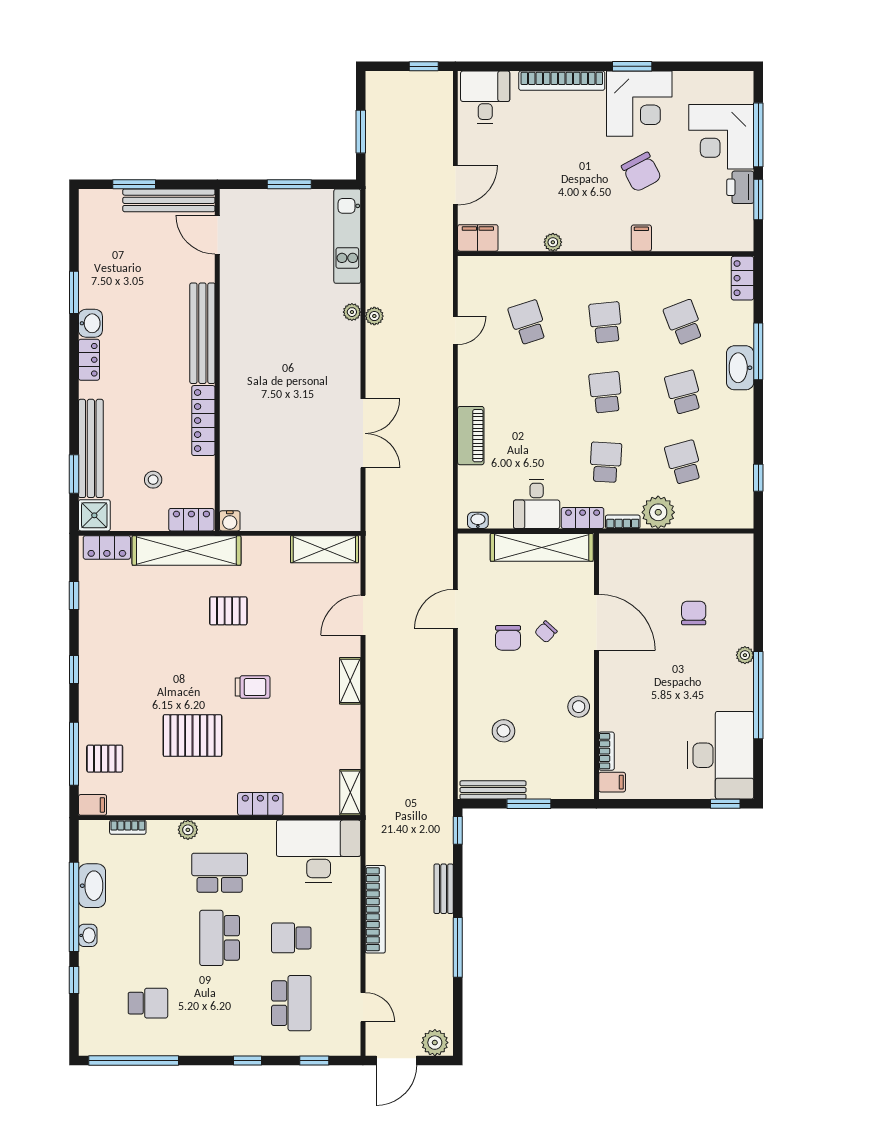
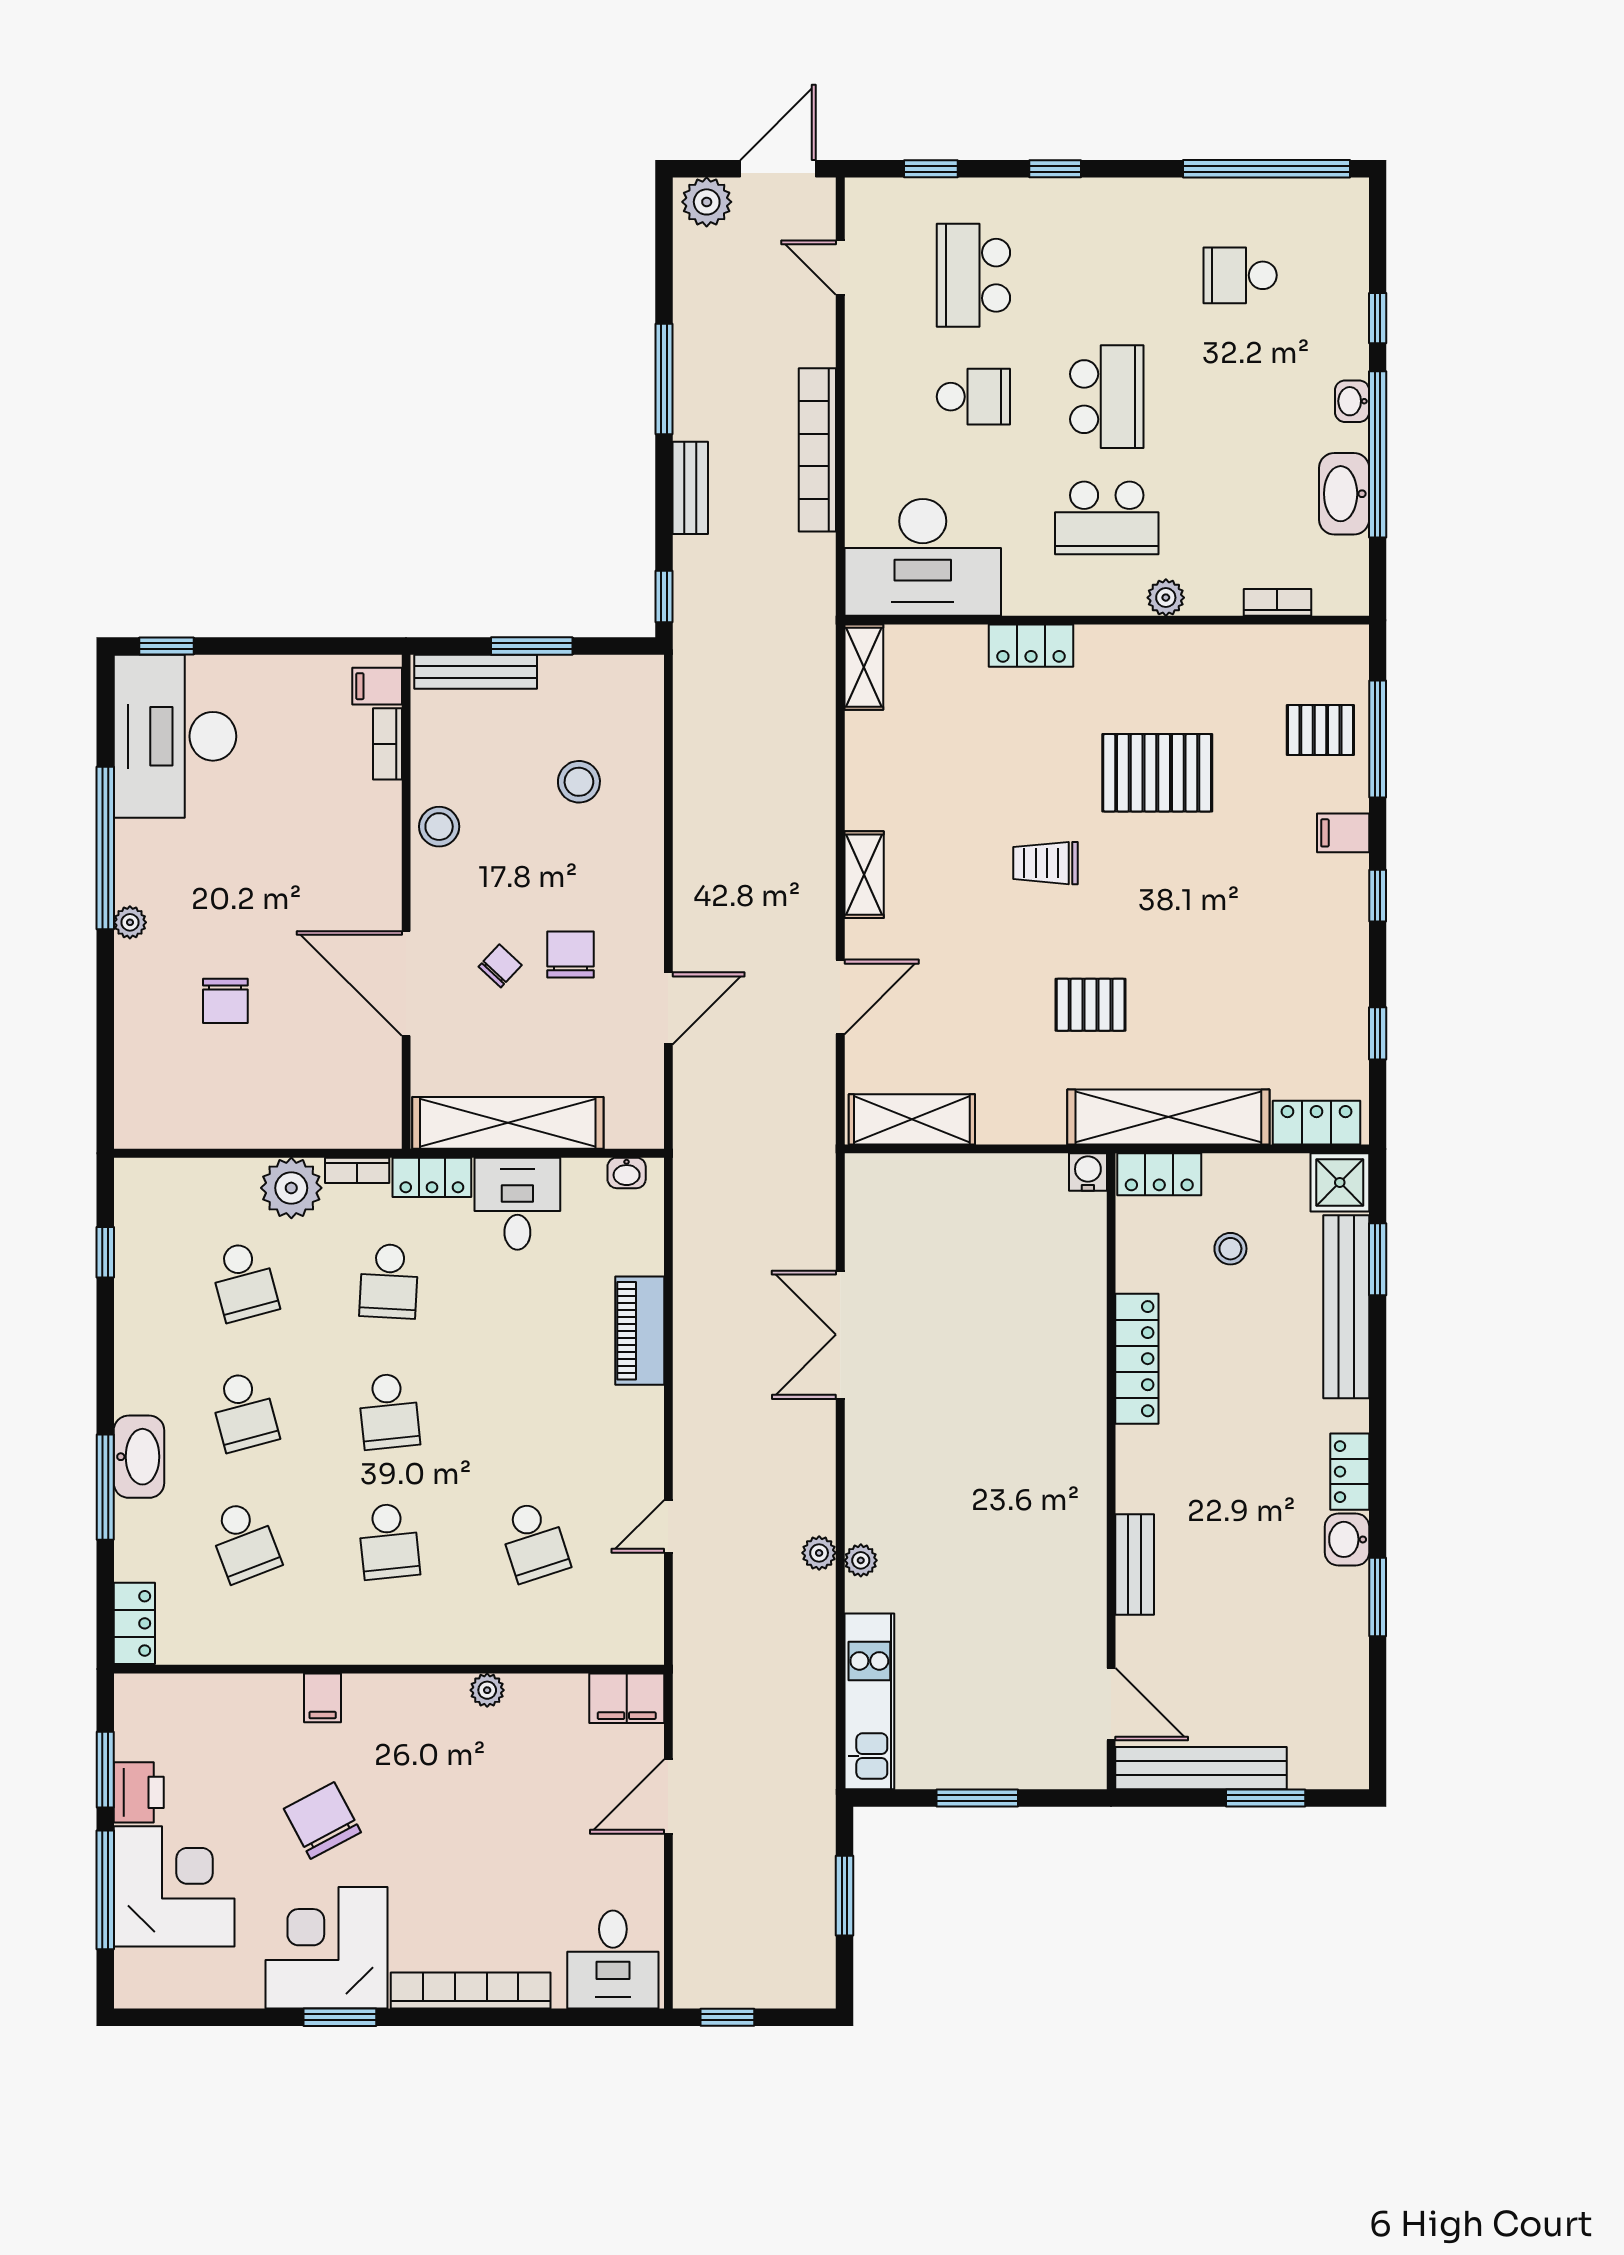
bench: (202, 333) -> (1135, 1564), width x0.54, depth x0.82
bench: (493, 790) -> (476, 672), moved
filing cabinet: (93, 805) -> (1343, 833), moved

